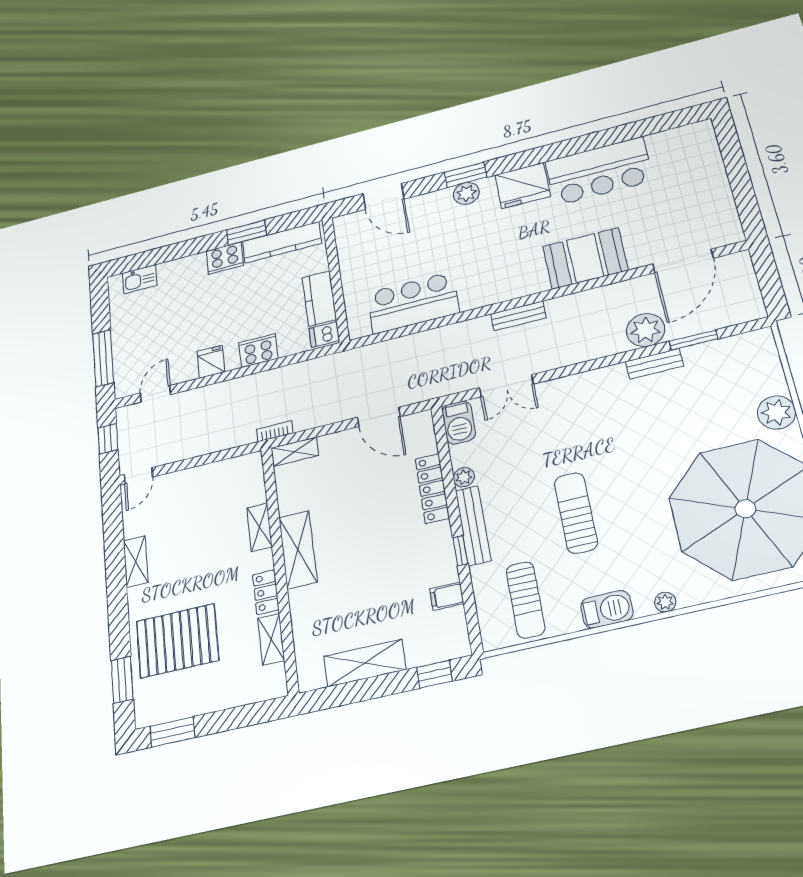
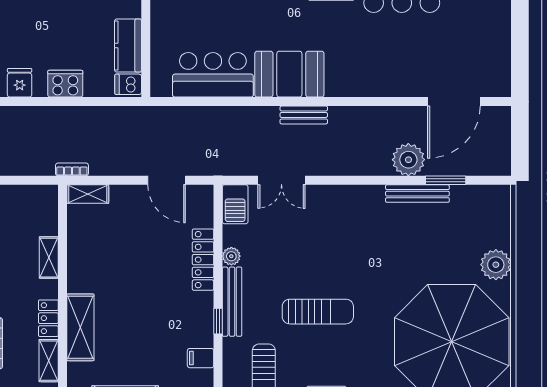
booth: (585, 258) -> (289, 74), moved
bench: (654, 364) -> (417, 194), width x1.36
sun lounger: (576, 513) -> (318, 312), turned 90
shelving: (298, 550) -> (80, 327), moved

